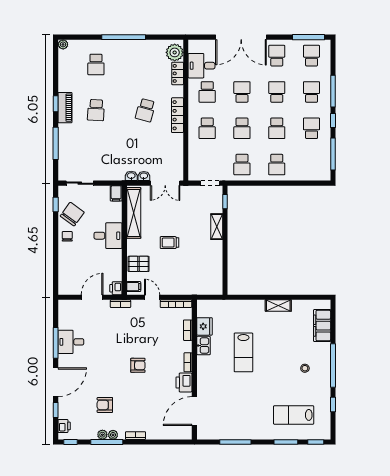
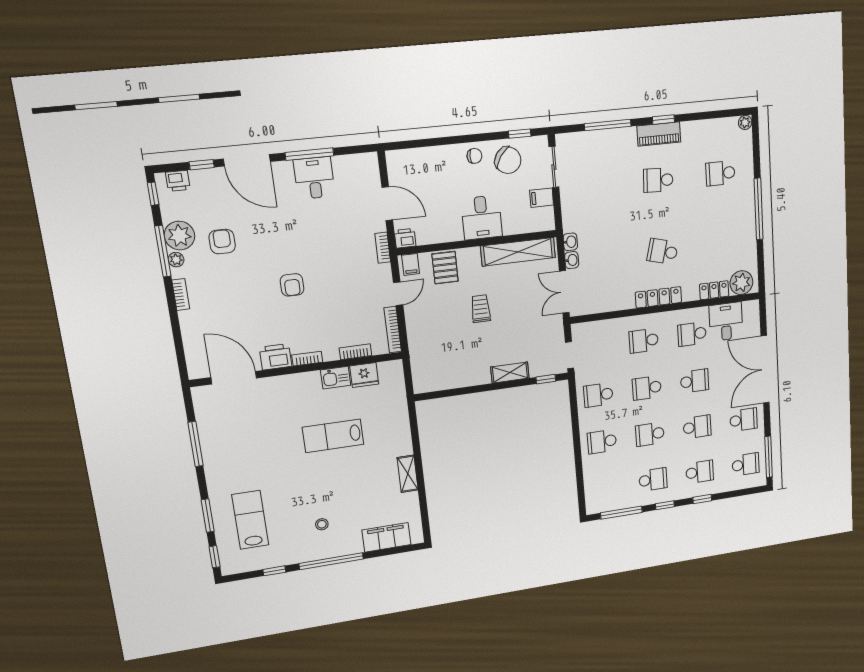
window: (333, 91) -> (702, 499), width x0.46
filing cabinet: (116, 193) -> (542, 198), moved
plant: (102, 435) -> (179, 236), width x1.88, depth x1.88

